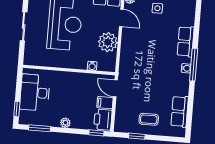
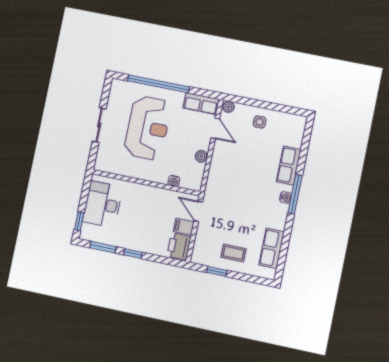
plant: (108, 42) -> (201, 156), width x0.53, depth x0.53
plant: (65, 123) -> (134, 245), removed
window: (96, 133) -> (133, 254), moved

